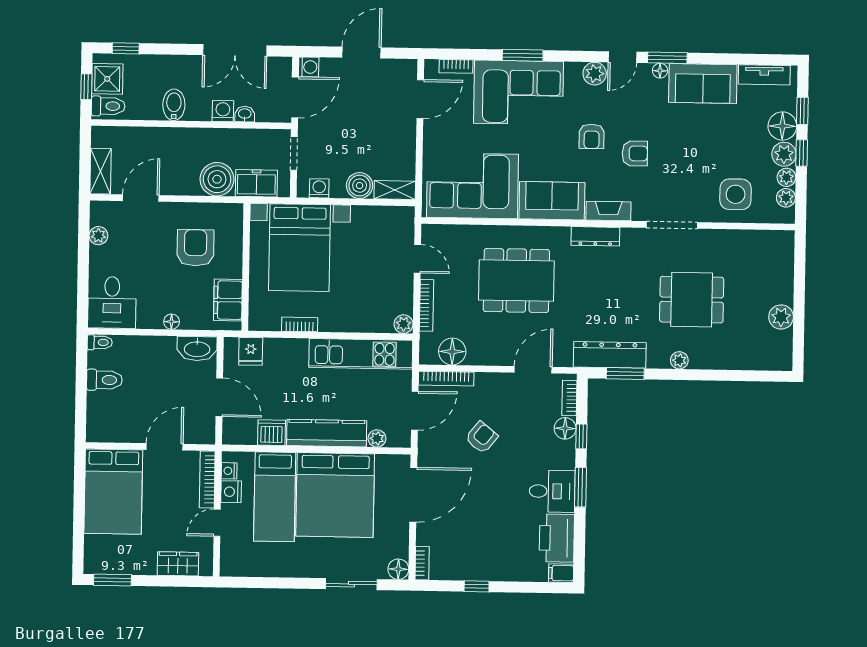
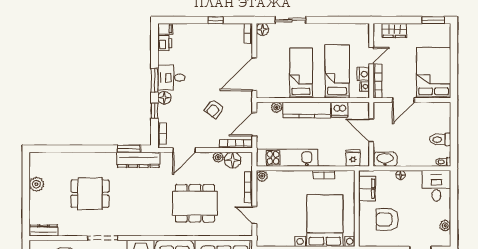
dresser: (595, 236) -> (44, 230), moved
armchair: (195, 248) -> (387, 219), turned 90
plant: (679, 360) -> (218, 157), moved
floor lamp: (565, 428) -> (164, 98), moved
bed: (335, 495) -> (301, 73), width x0.49
printer: (557, 538) -> (165, 43), width x0.53, depth x0.68

